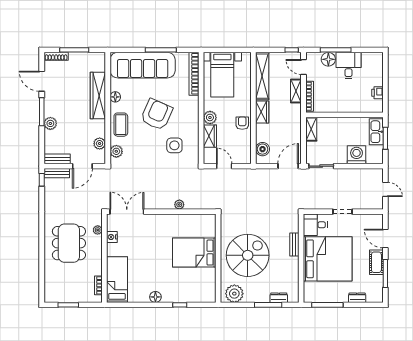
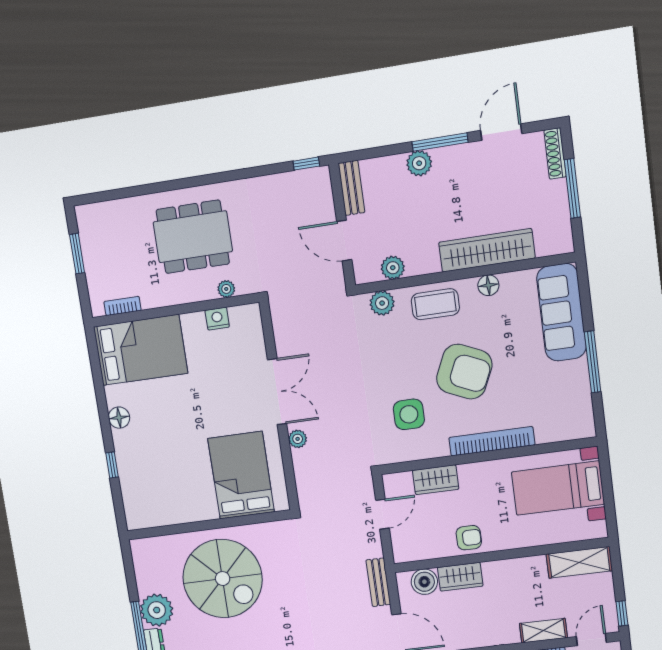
sofa: (143, 65) -> (561, 312), width x0.74, depth x0.79
bookcase: (194, 74) -> (492, 441), moved
shelving: (262, 76) -> (579, 562), width x0.68
wardrobe: (262, 112) -> (460, 577), moved
plant: (210, 117) -> (472, 475), removed
bench: (57, 173) -> (378, 582), moved
double door: (127, 212) -> (277, 392), moved
bed: (194, 253) -> (241, 475), moved
bed: (117, 280) -> (141, 350), width x1.50
plant: (234, 294) -> (157, 610), moved

